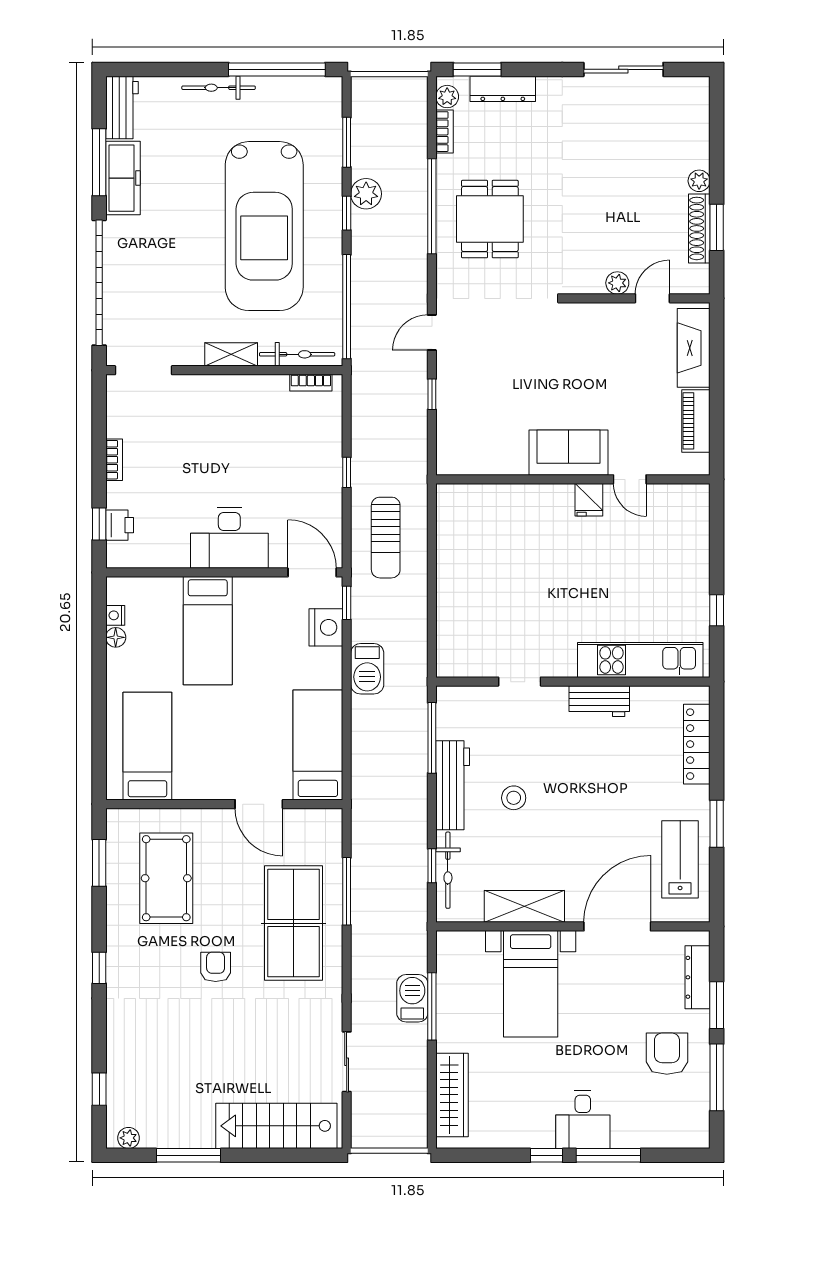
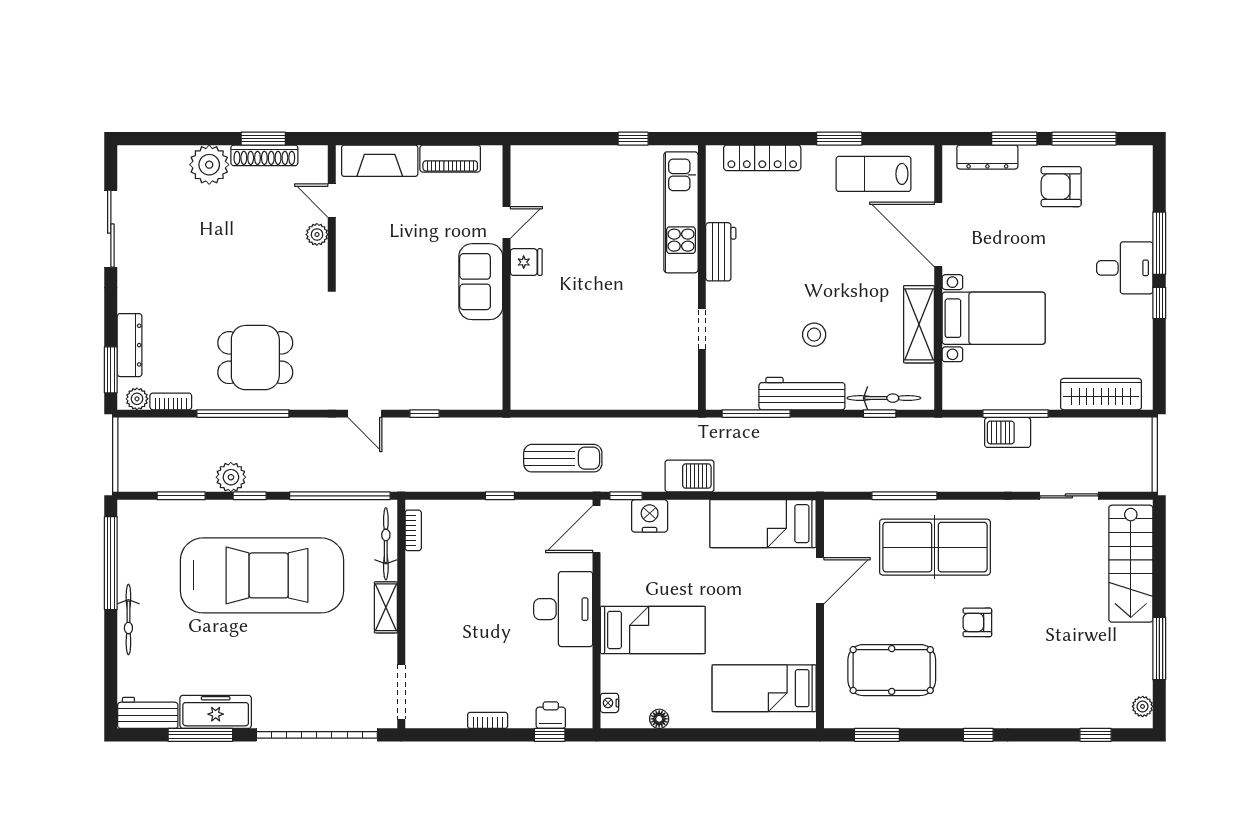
plant: (699, 181) -> (209, 165), width x1.88, depth x1.88
nightstand: (115, 615) -> (609, 703), moved, turned 90

